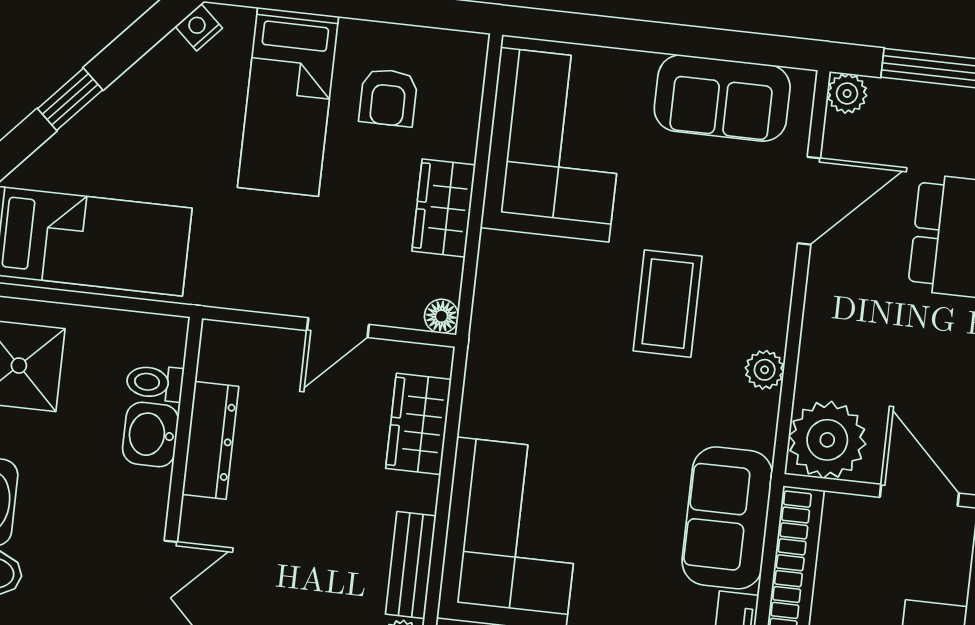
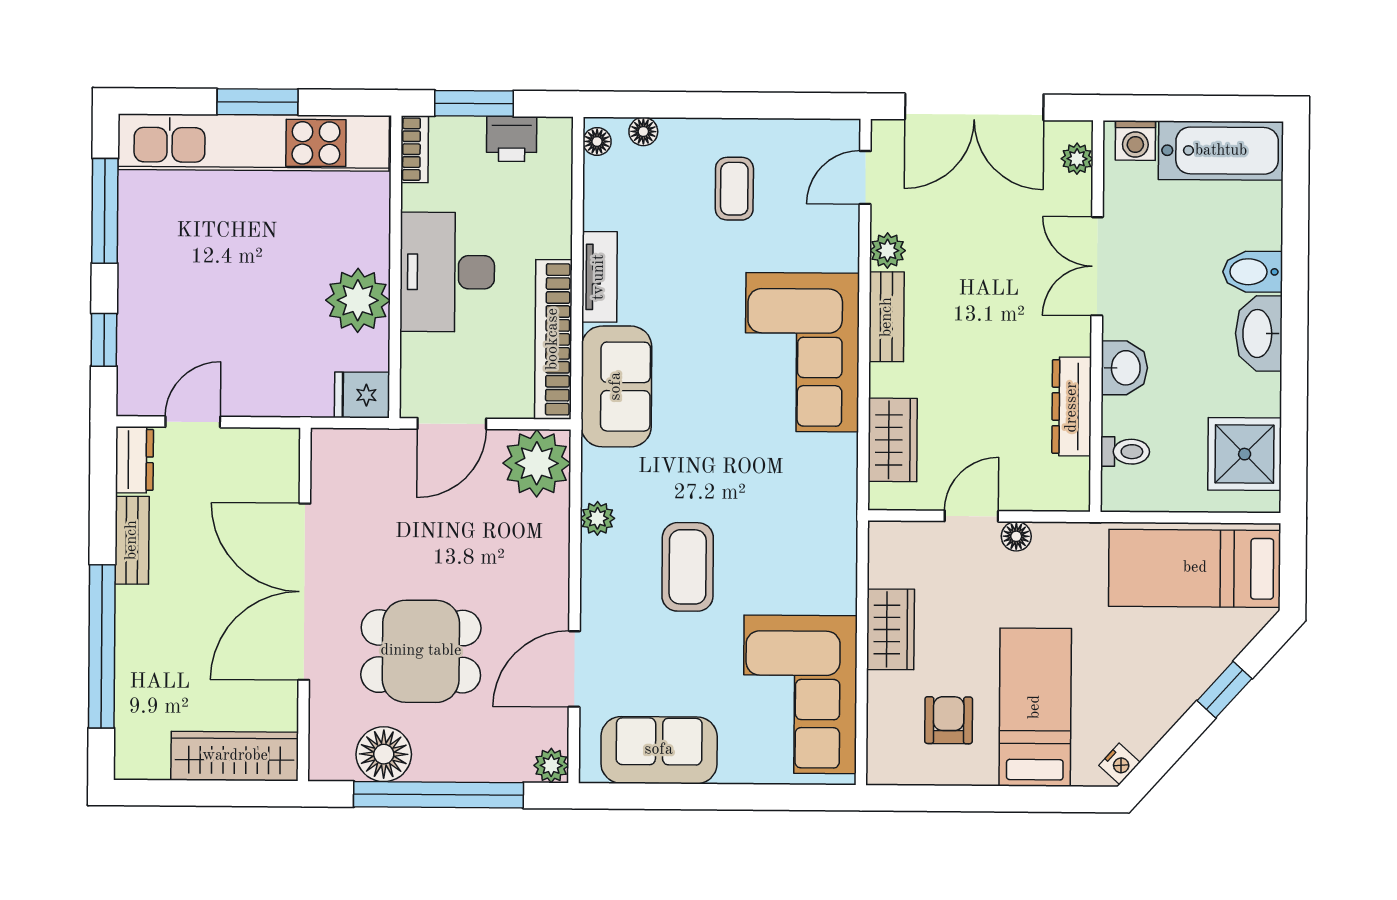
floor lamp: (441, 316) -> (1016, 536), moved
washbasin: (151, 434) -> (1124, 368), moved
door: (919, 495) -> (452, 424), hinge flipped

